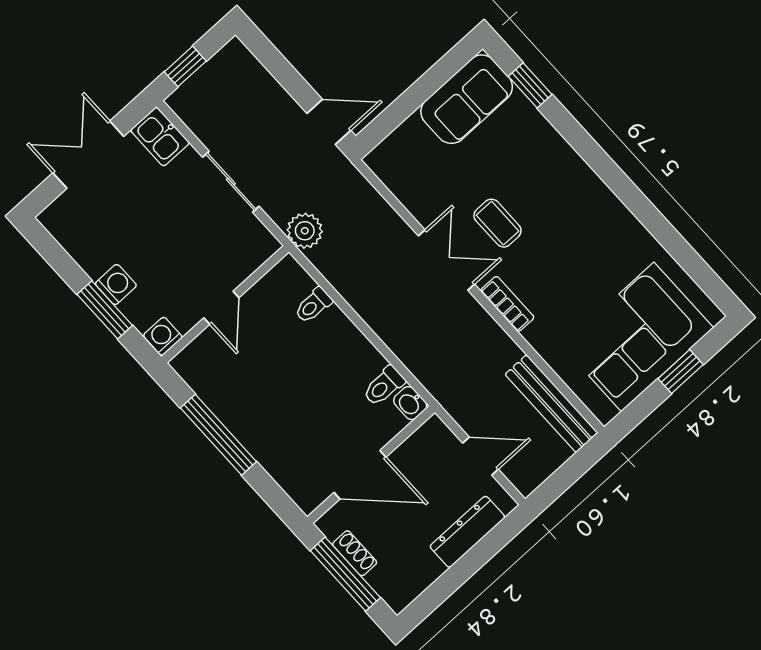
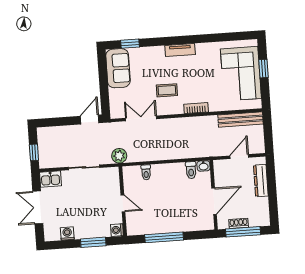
tv unit: (592, 188) -> (180, 50), added
double door: (446, 260) -> (141, 118), moved
washing machine: (116, 285) -> (67, 234), moved

